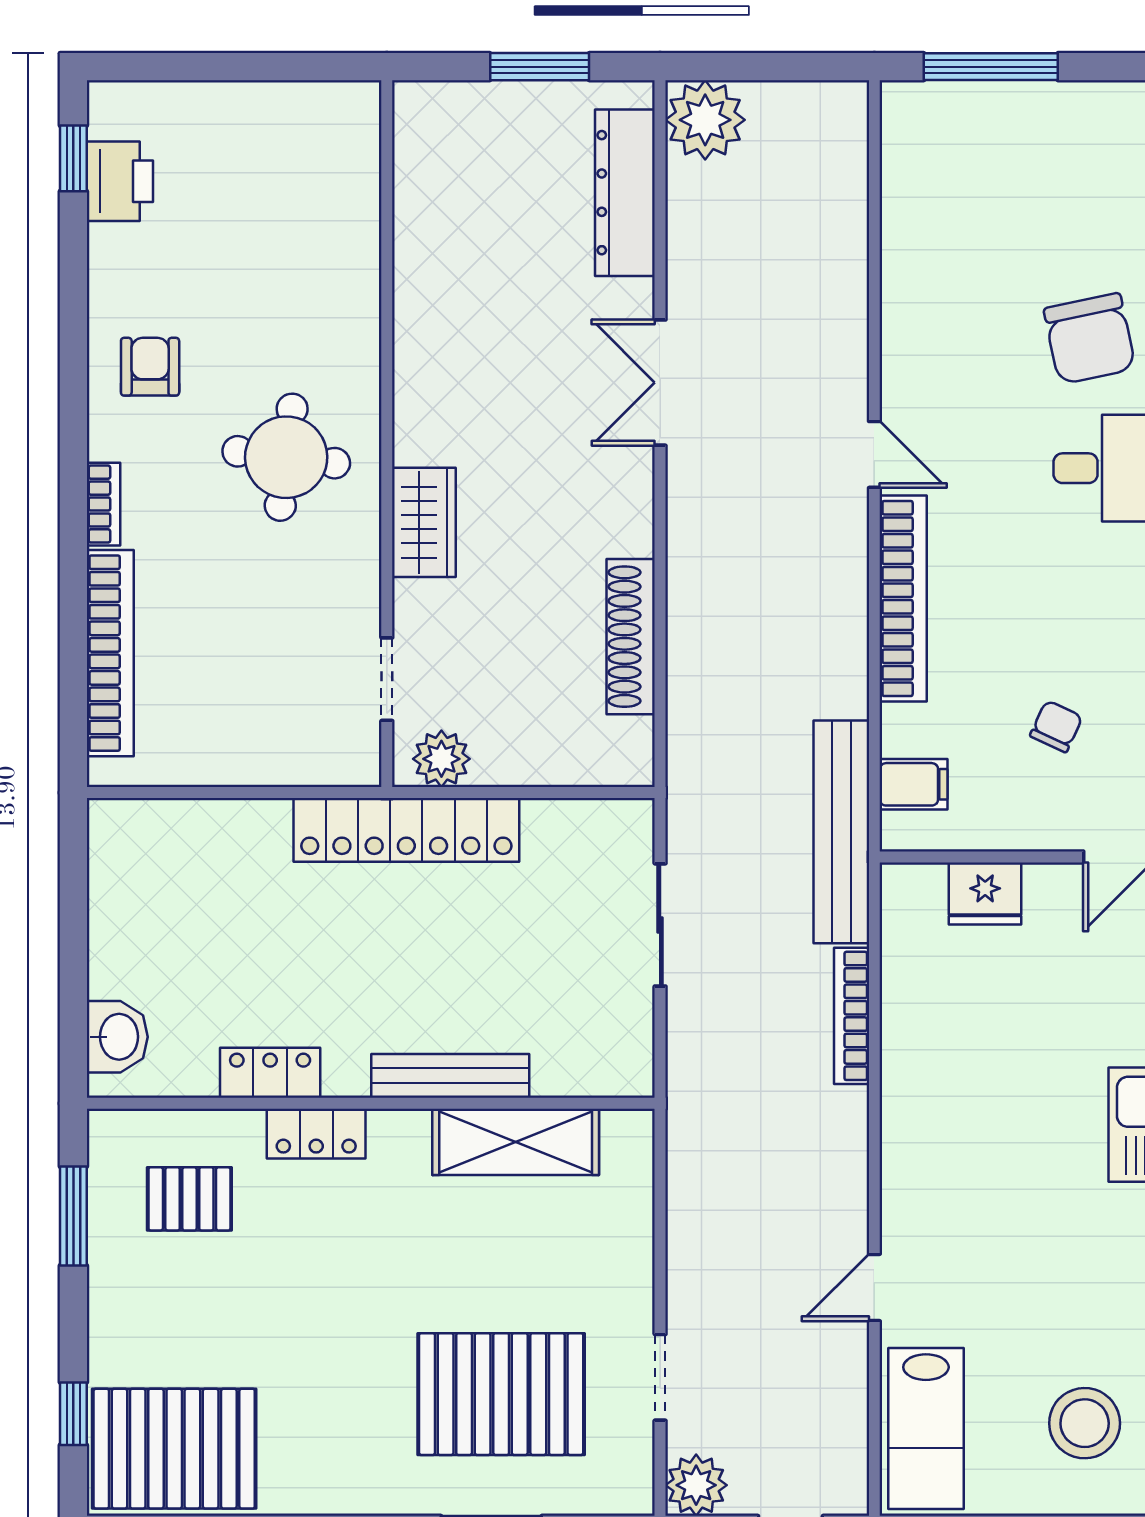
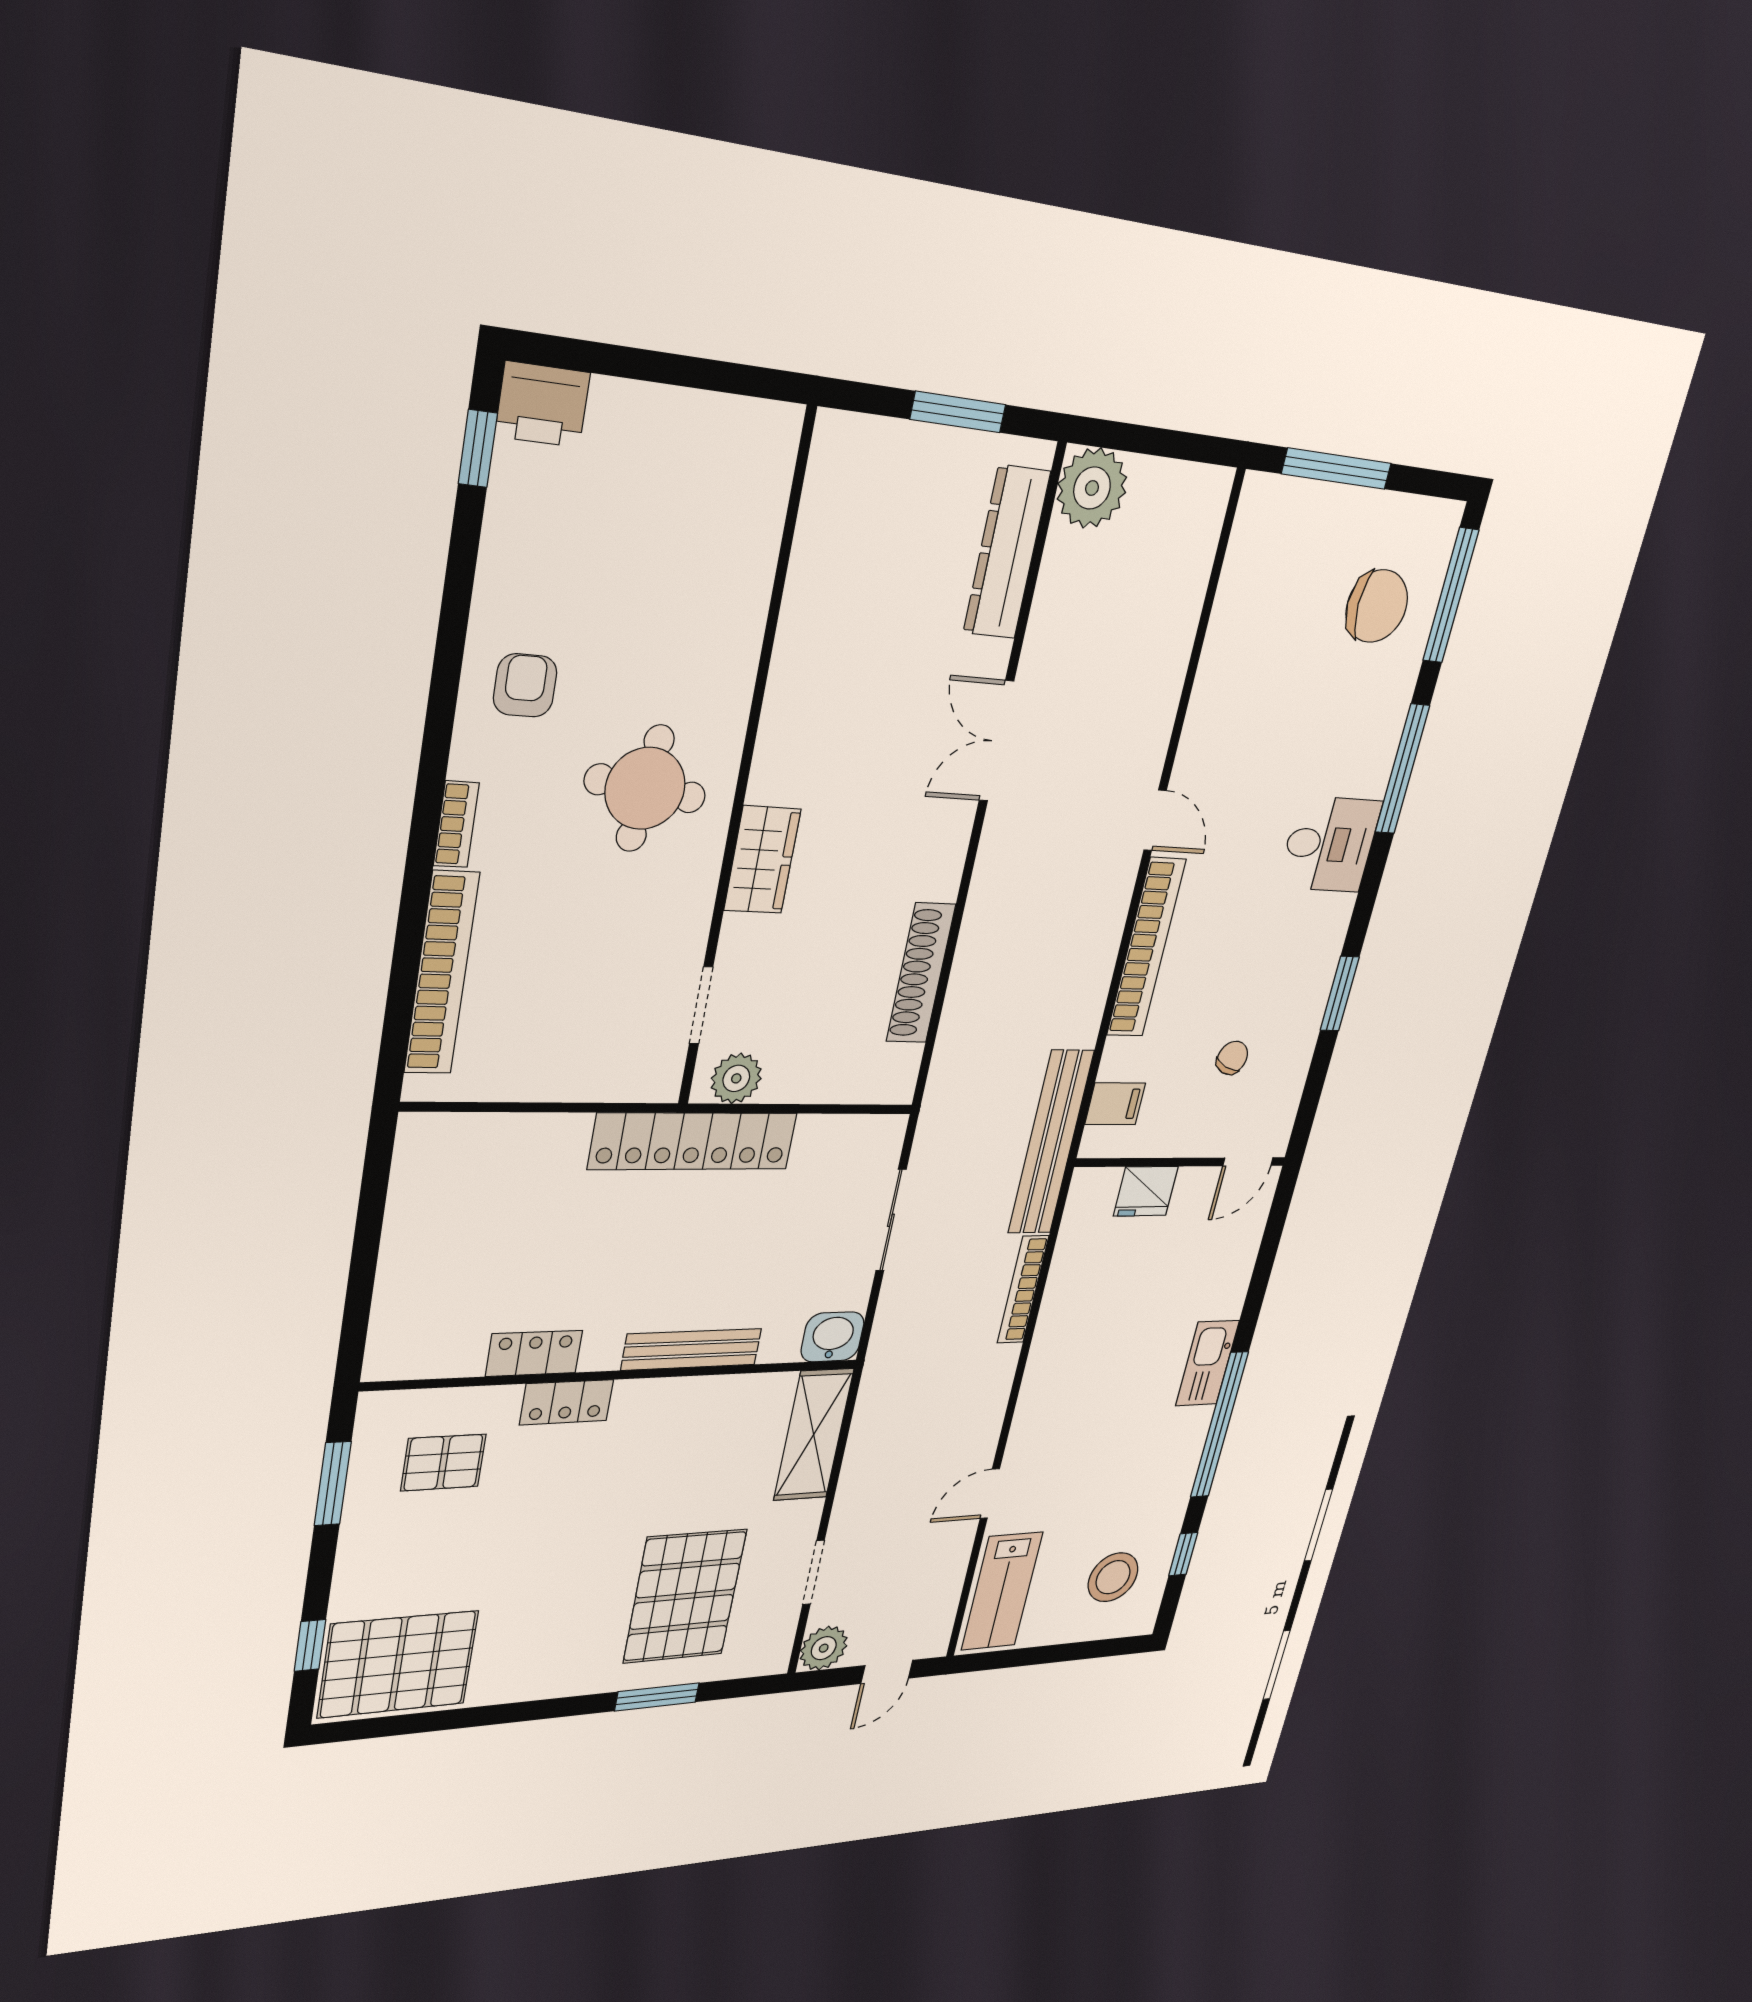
printer: (120, 181) -> (543, 404), moved, turned 90
chair: (1090, 339) -> (1377, 606), moved, turned -78
washbasin: (117, 1037) -> (833, 1337), moved, turned -90
shelving: (516, 1142) -> (814, 1435), moved, turned 90
pallet: (501, 1394) -> (685, 1596), turned 90

